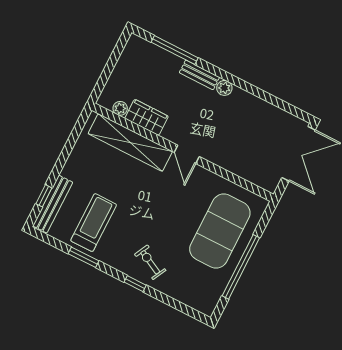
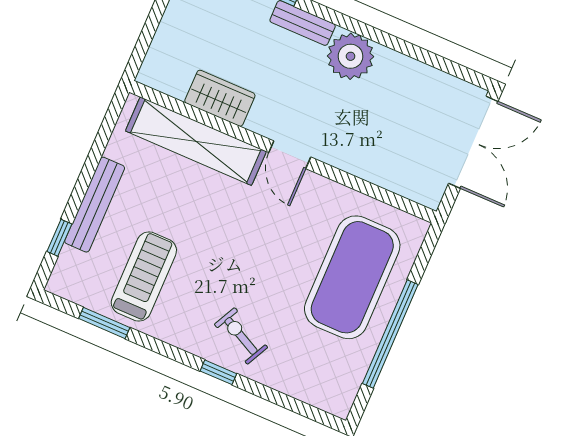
plant: (224, 88) -> (351, 56), width x1.88, depth x1.88
plant: (120, 108) -> (176, 86), removed
bench: (53, 204) -> (95, 205), moved
window: (84, 257) -> (104, 323), moved

